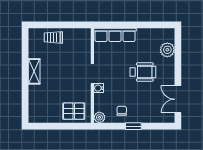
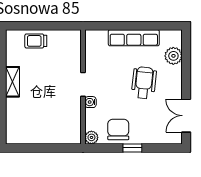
row of seats: (115, 35) -> (134, 38), moved
wheelchair: (143, 72) -> (144, 83), turned -84
pallet: (74, 111) -> (60, 130), removed
chair: (122, 111) -> (118, 130), width x1.87, depth x1.87

